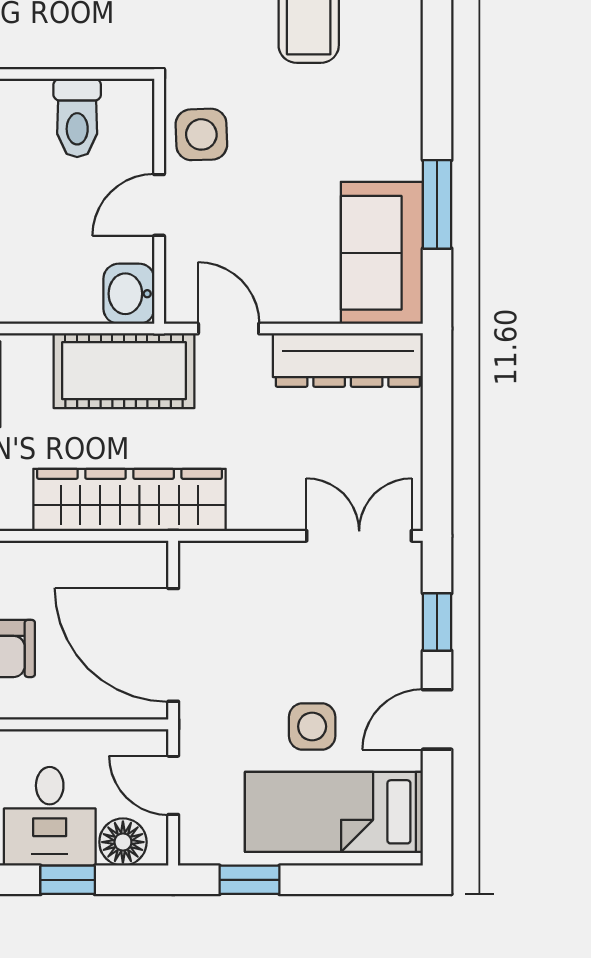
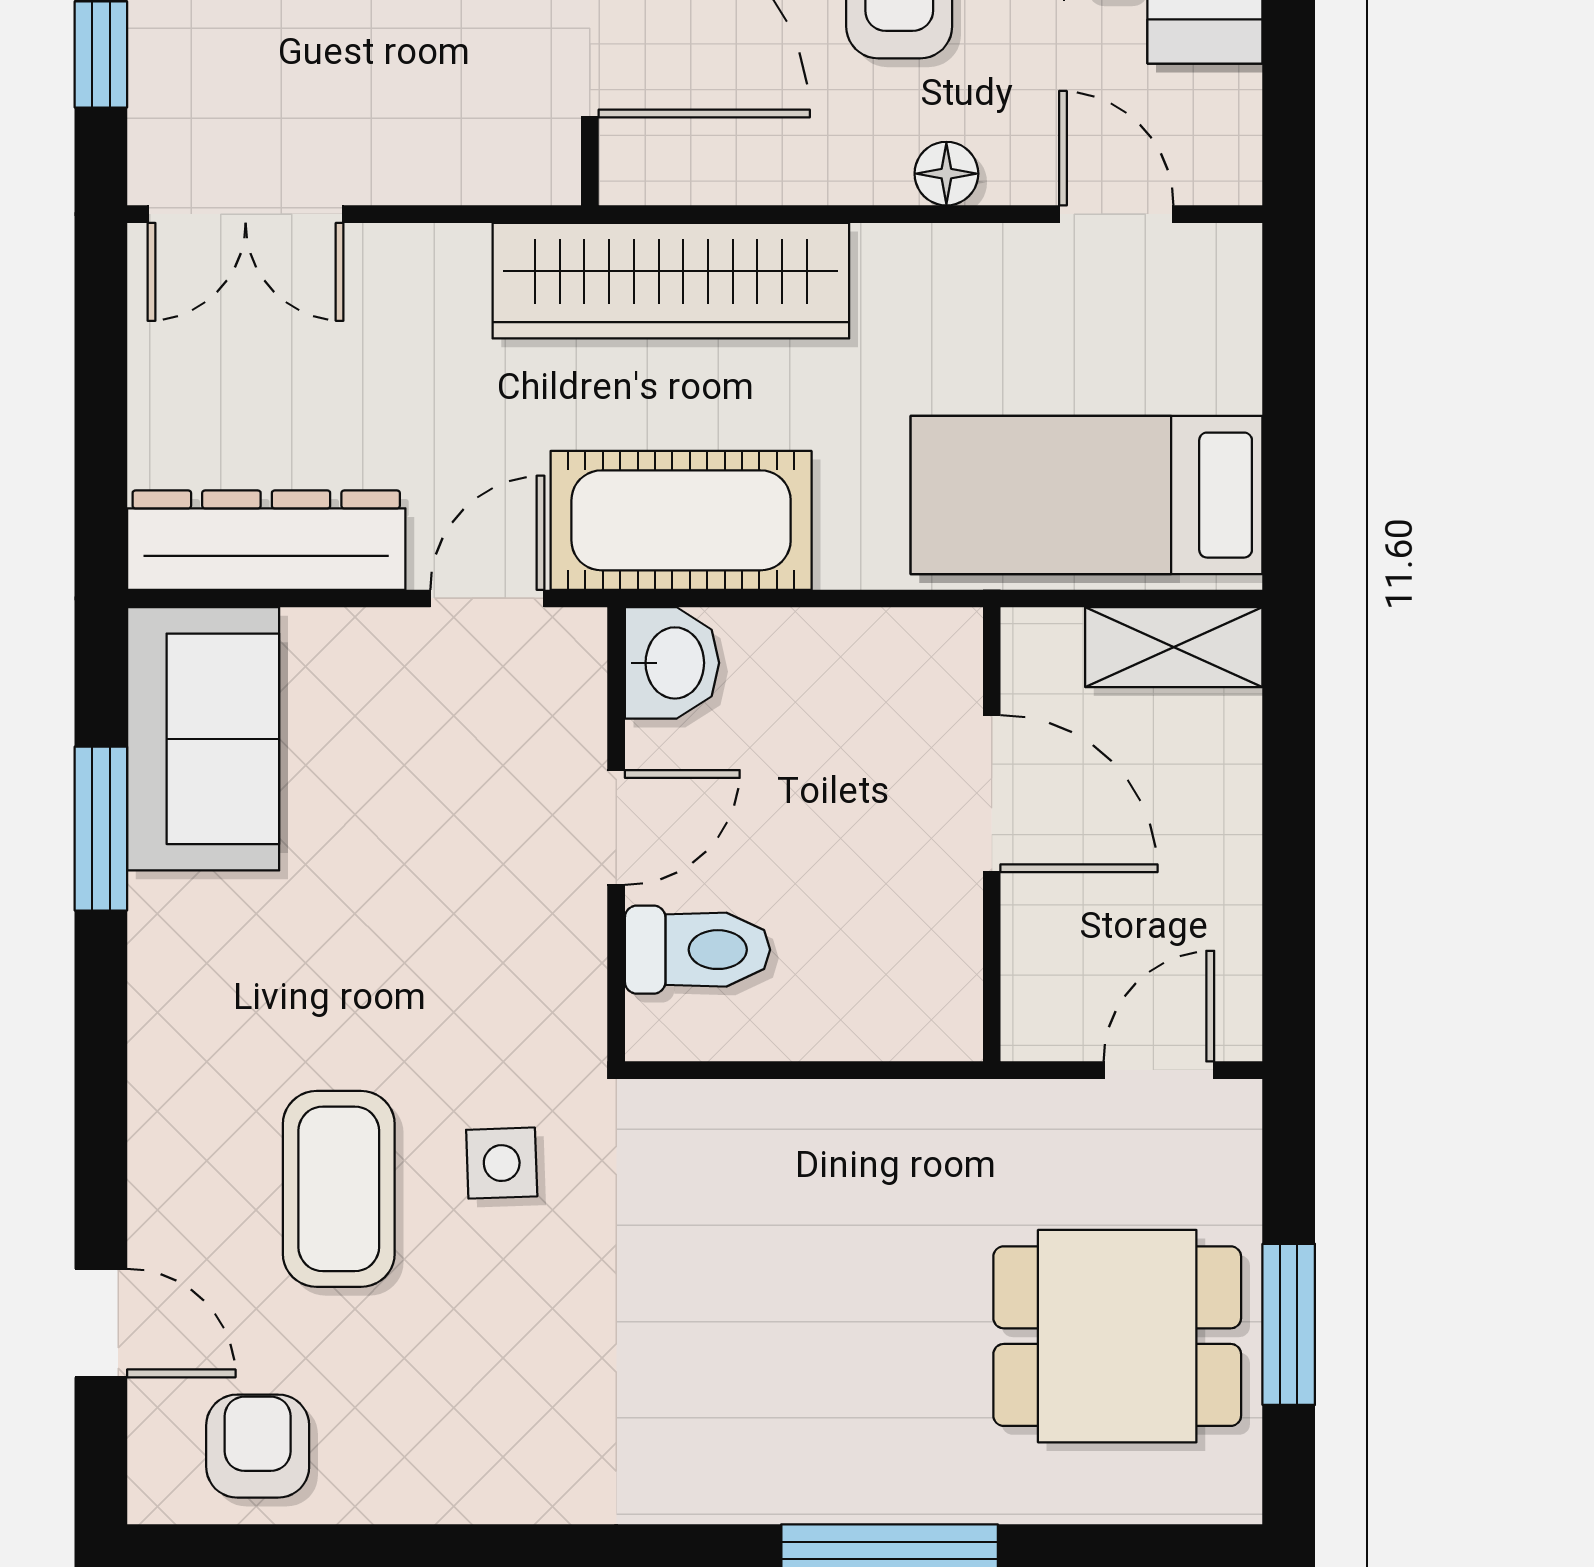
toilet: (77, 118) -> (697, 950), moved, turned 90
side table: (201, 134) -> (502, 1163), moved, width x0.73, depth x0.73
door: (229, 328) -> (487, 598), swing flipped

